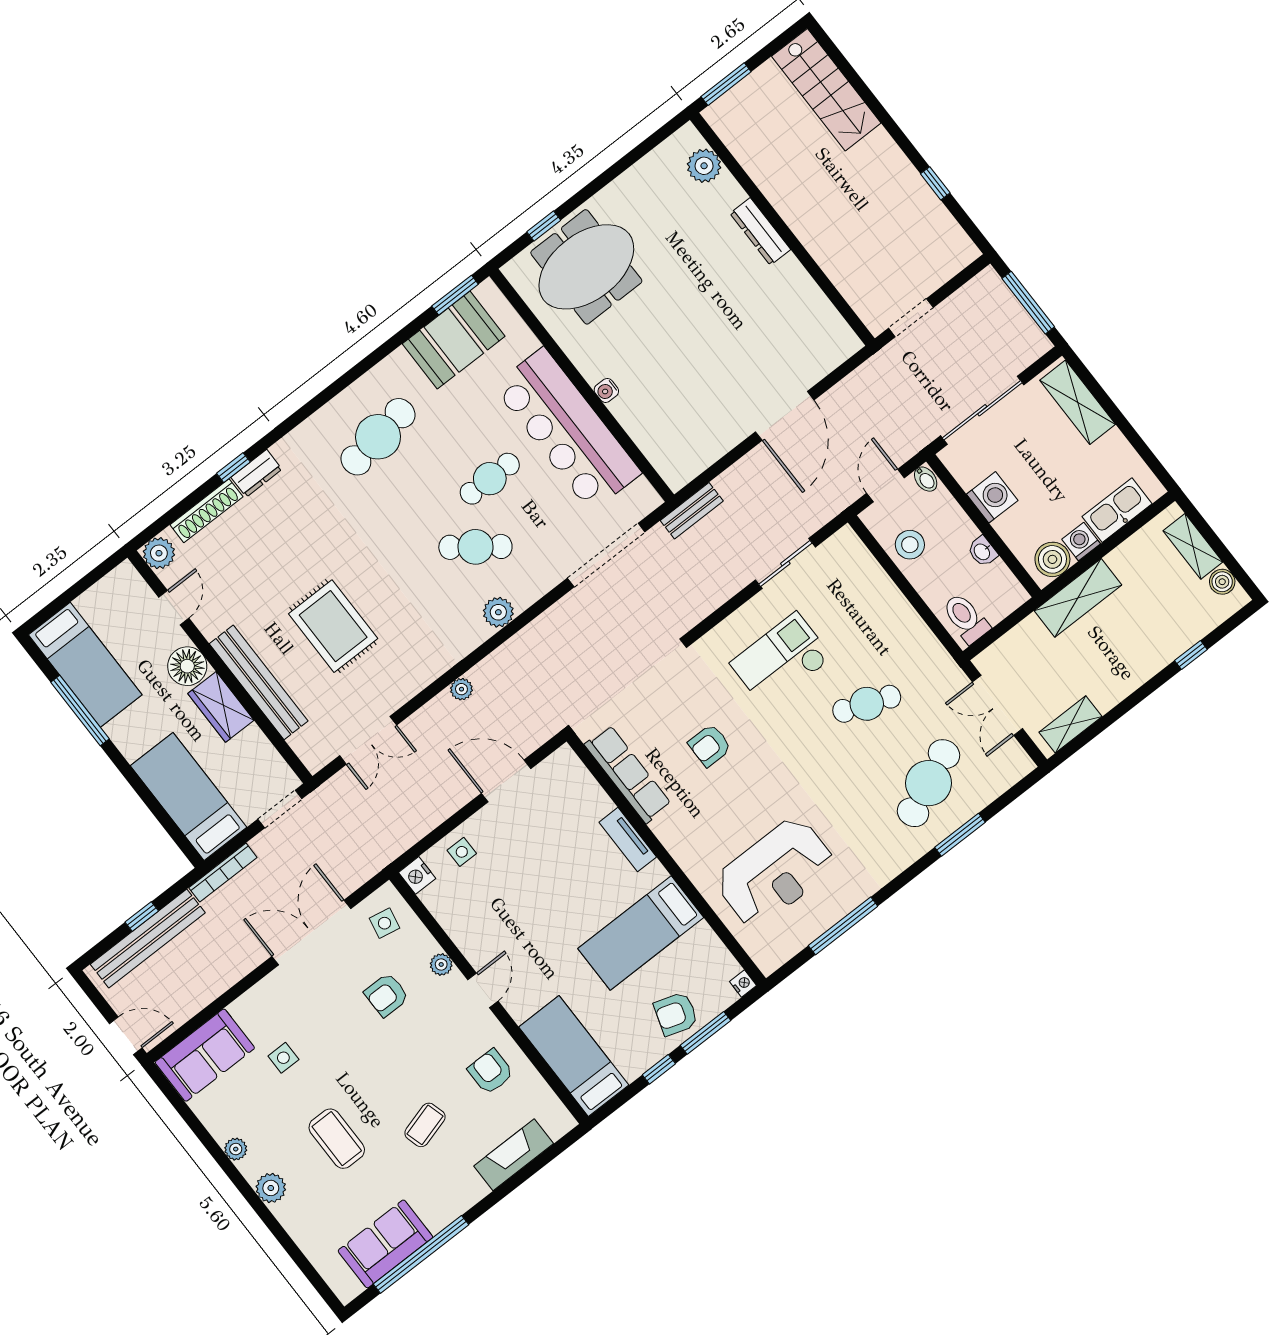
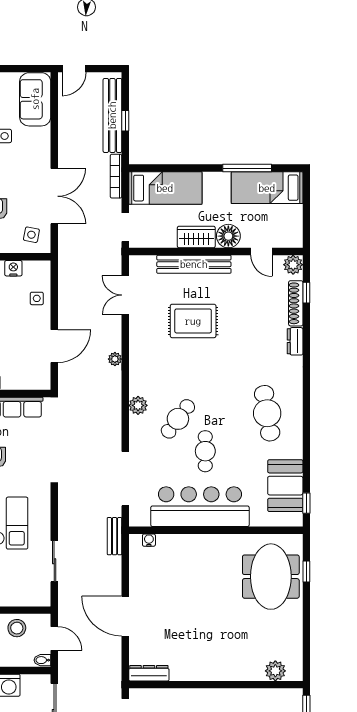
dresser: (760, 231) -> (149, 673), moved
window: (455, 295) -> (306, 503), width x0.67
water cooler: (606, 390) -> (149, 540), moved
window: (233, 468) -> (306, 293), moved
nightstand: (417, 875) -> (13, 268), moved

